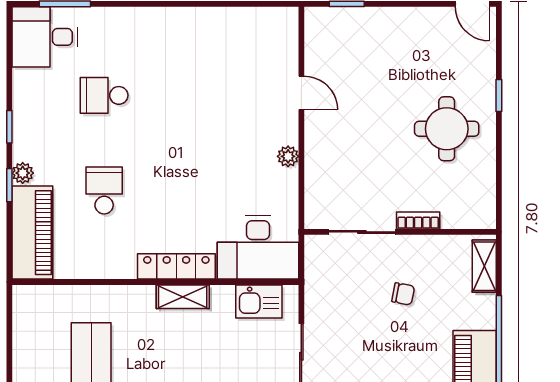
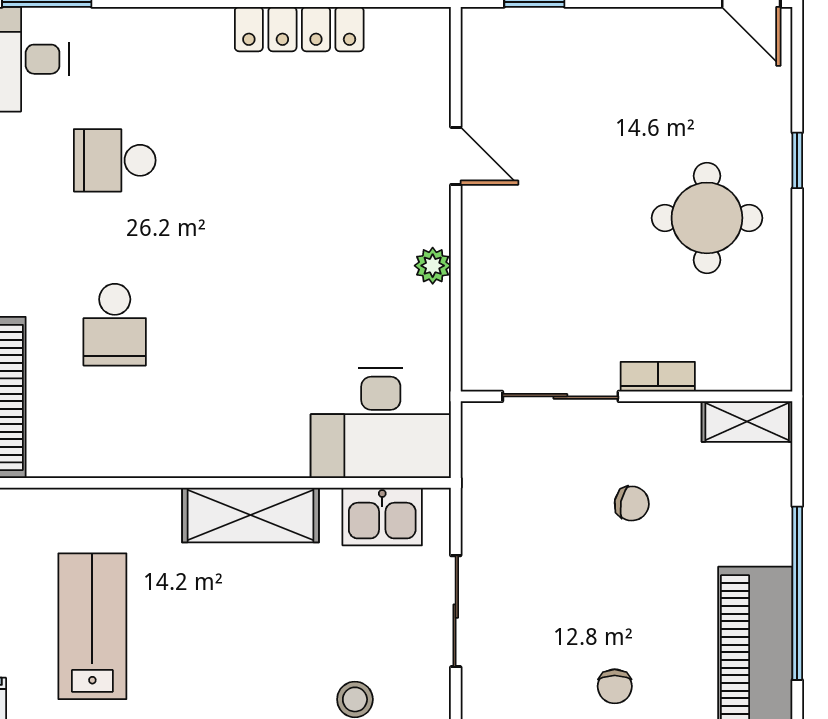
school desk: (104, 190) -> (115, 325), turned 180
locker: (176, 266) -> (299, 29), moved, turned 180
shelving: (484, 266) -> (747, 422), moved, turned 90
shelving: (183, 297) -> (251, 515), width x1.50, depth x1.33

